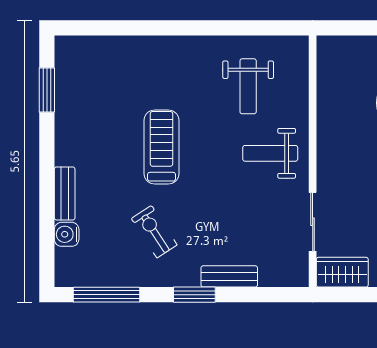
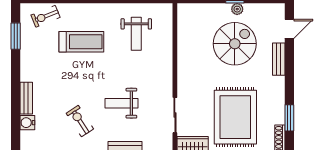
exercise bike: (97, 57) -> (46, 16), added
treadmill: (161, 147) -> (81, 42), moved, turned 90
weight bench: (270, 153) -> (122, 103), moved

